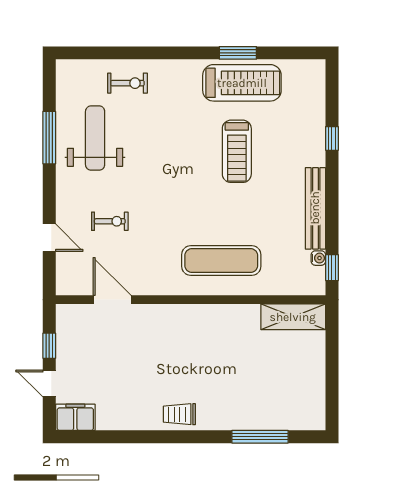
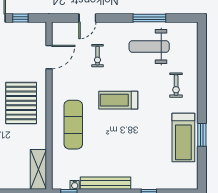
exercise bike: (127, 83) -> (176, 85), moved
weight bench: (95, 138) -> (149, 46), turned 180
treadmill: (237, 151) -> (118, 100), moved
pallet: (186, 345) -> (21, 103), added

